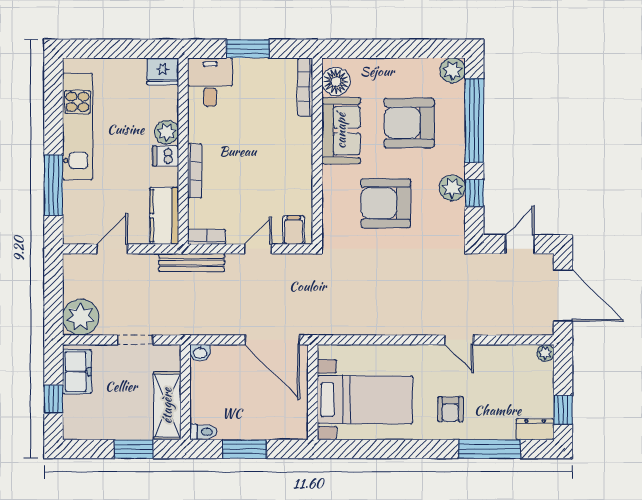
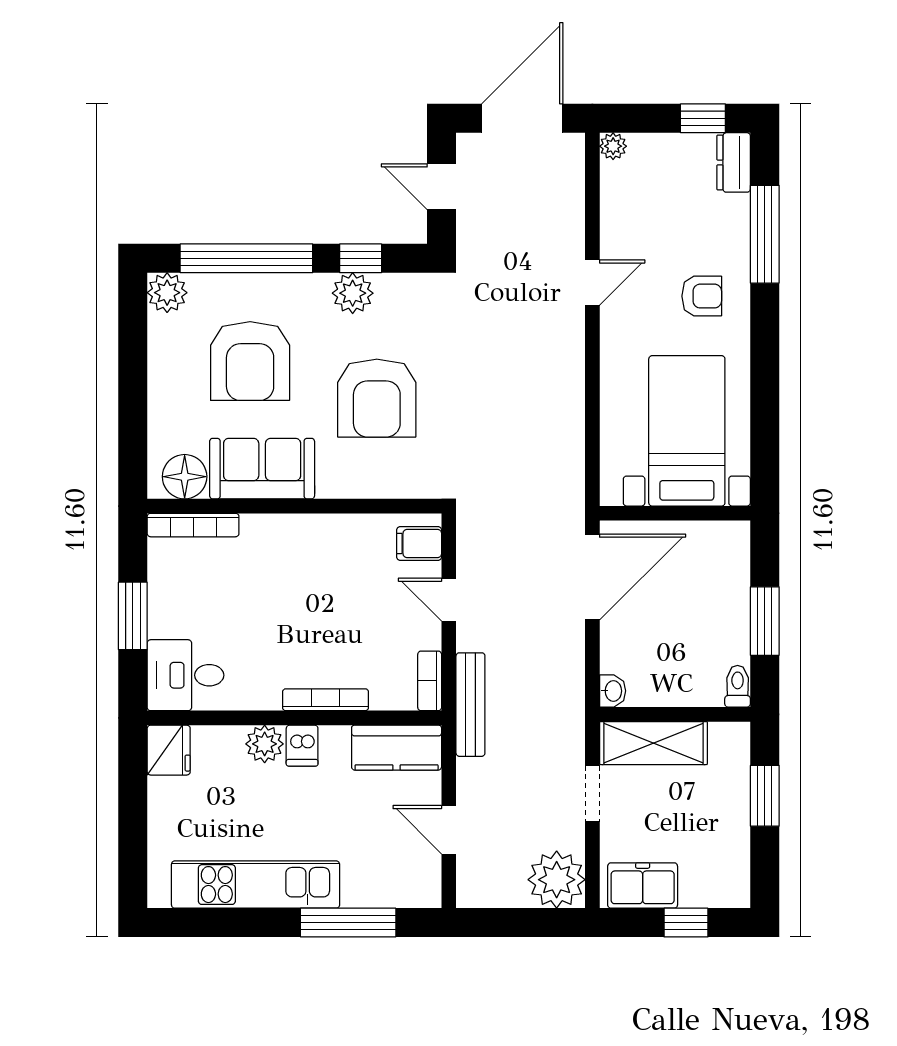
shelving: (167, 406) -> (653, 743), moved

